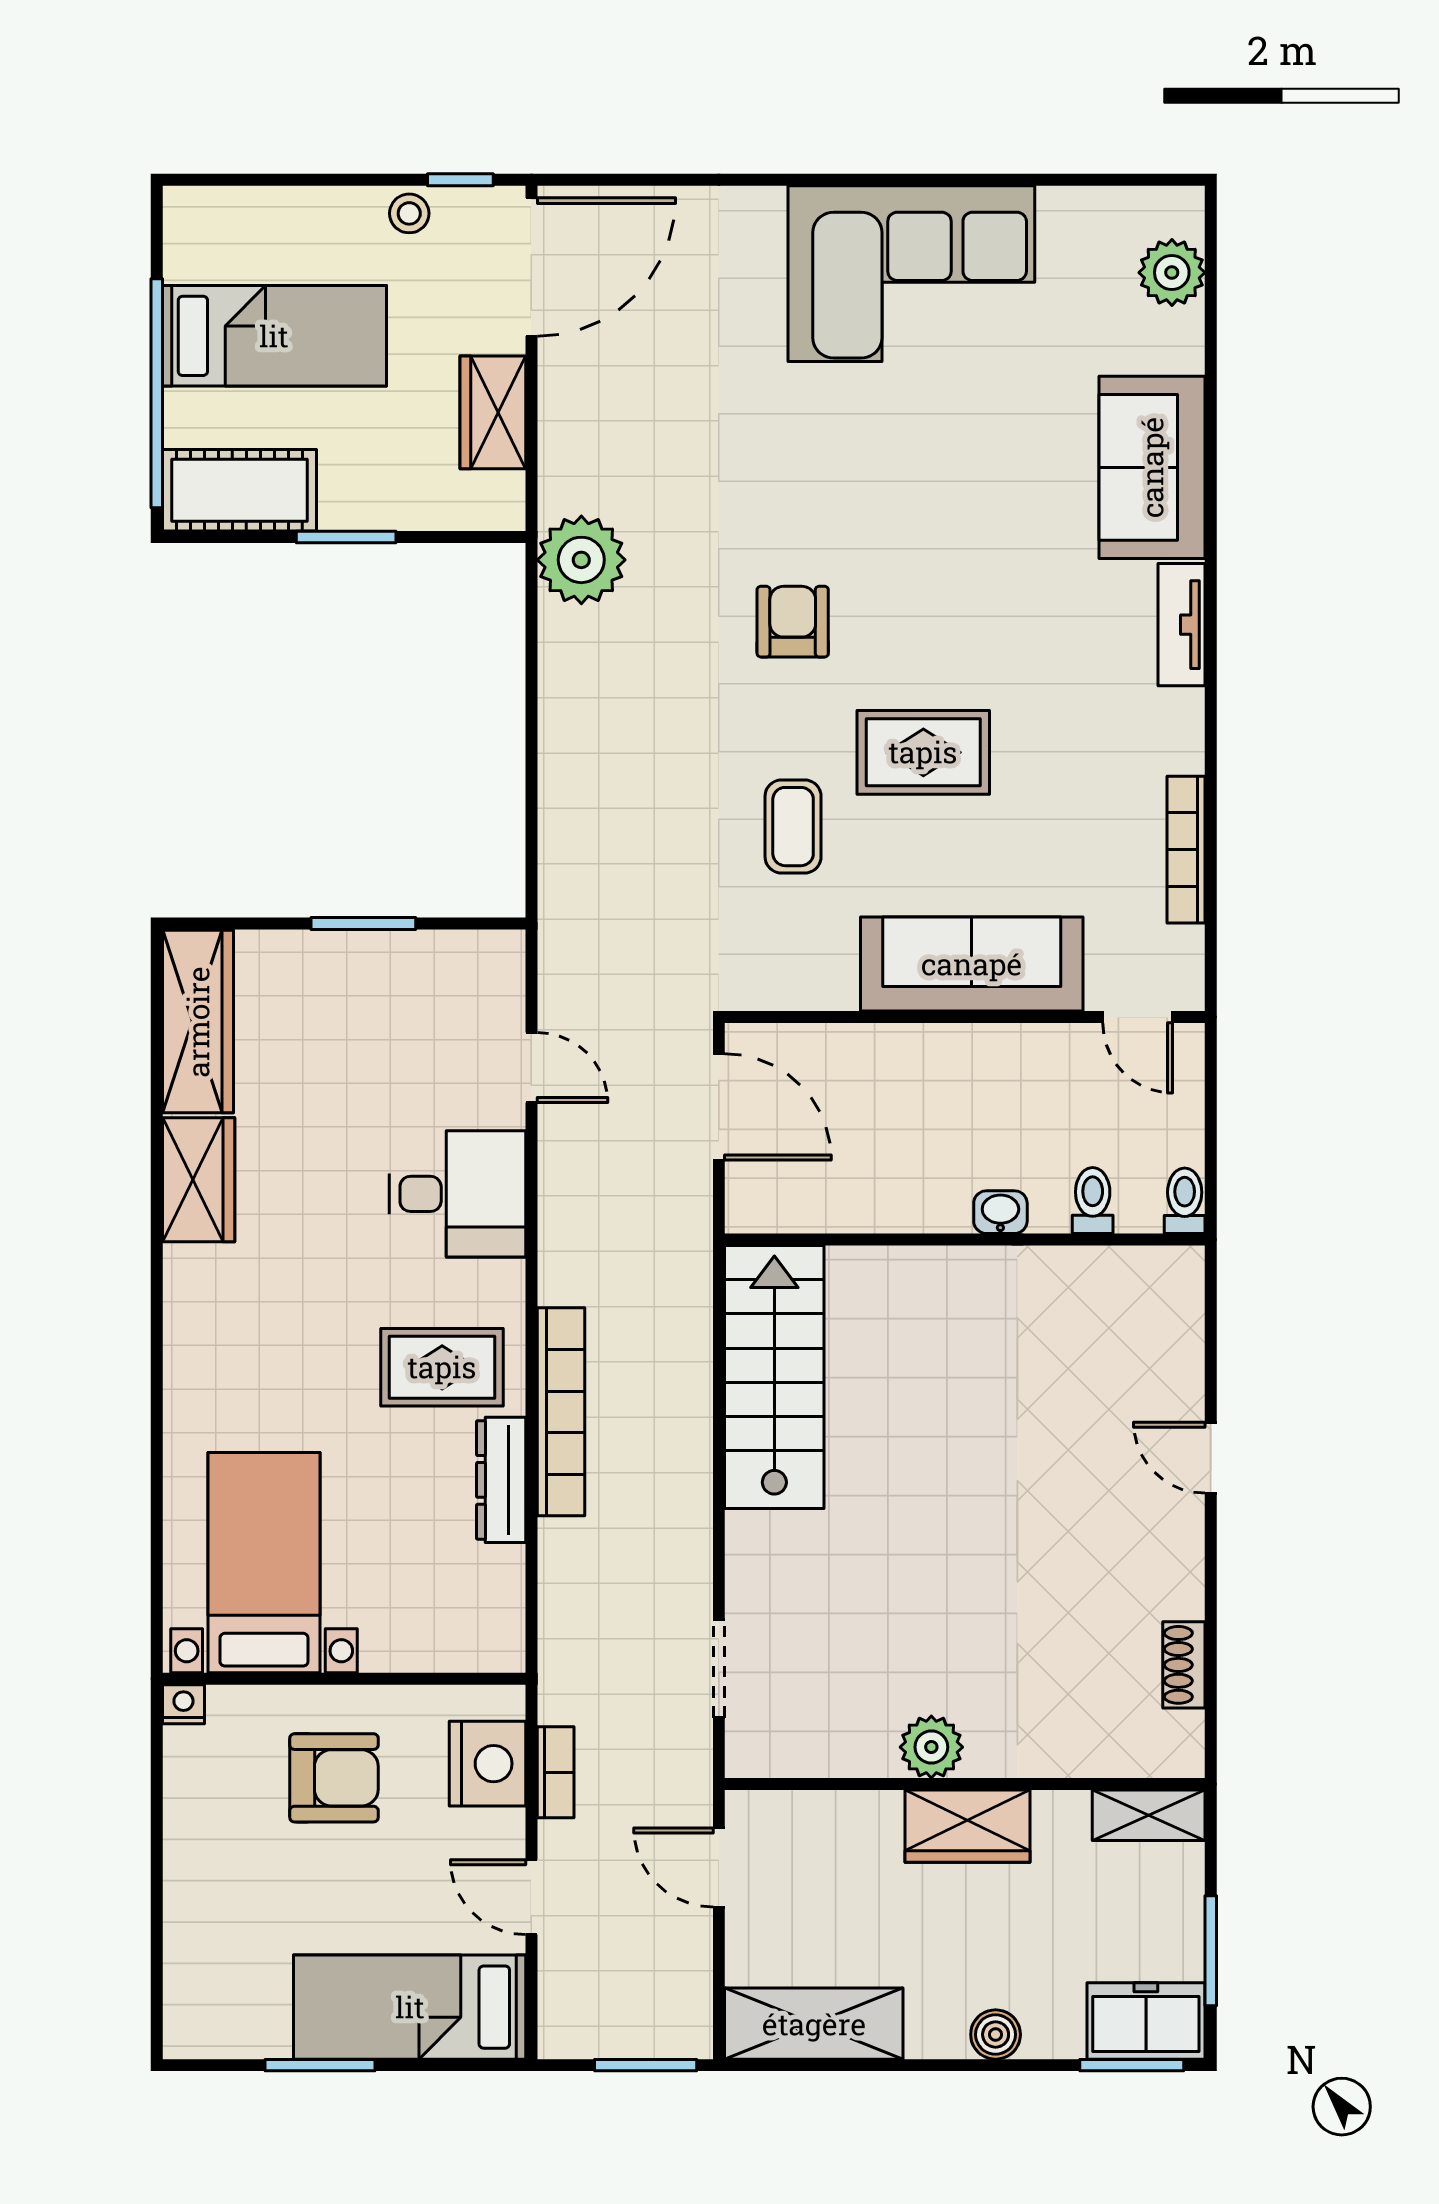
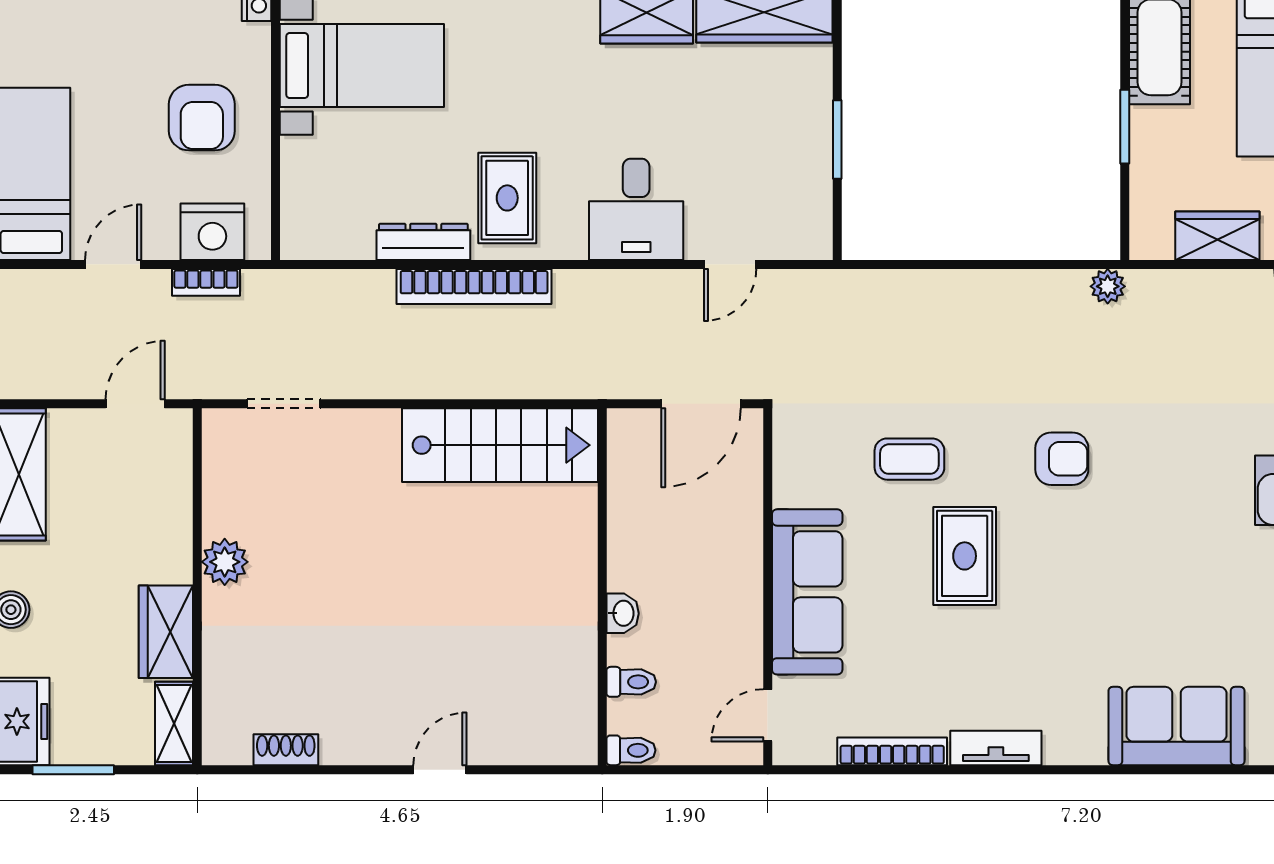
plant: (581, 560) -> (1108, 286), width x0.53, depth x0.53
tv unit: (1181, 625) -> (996, 748), moved
wardrobe: (967, 1826) -> (166, 632), moved

